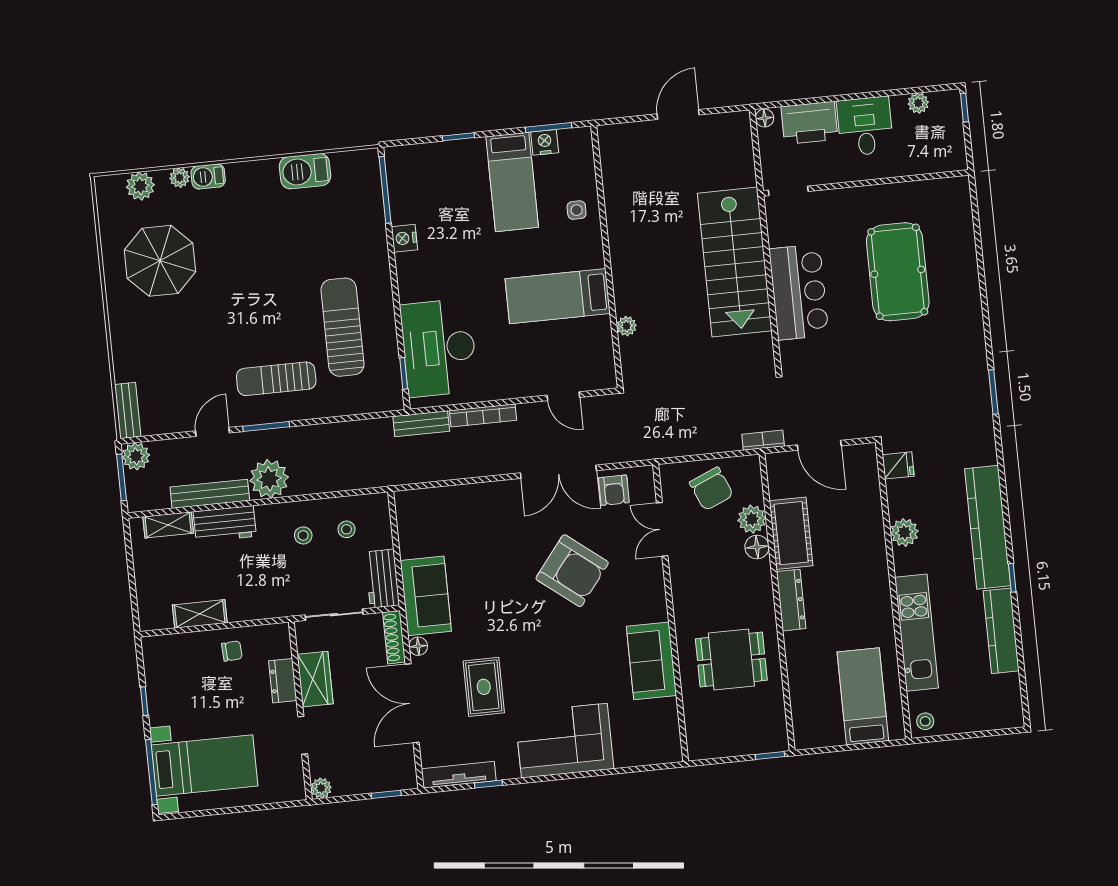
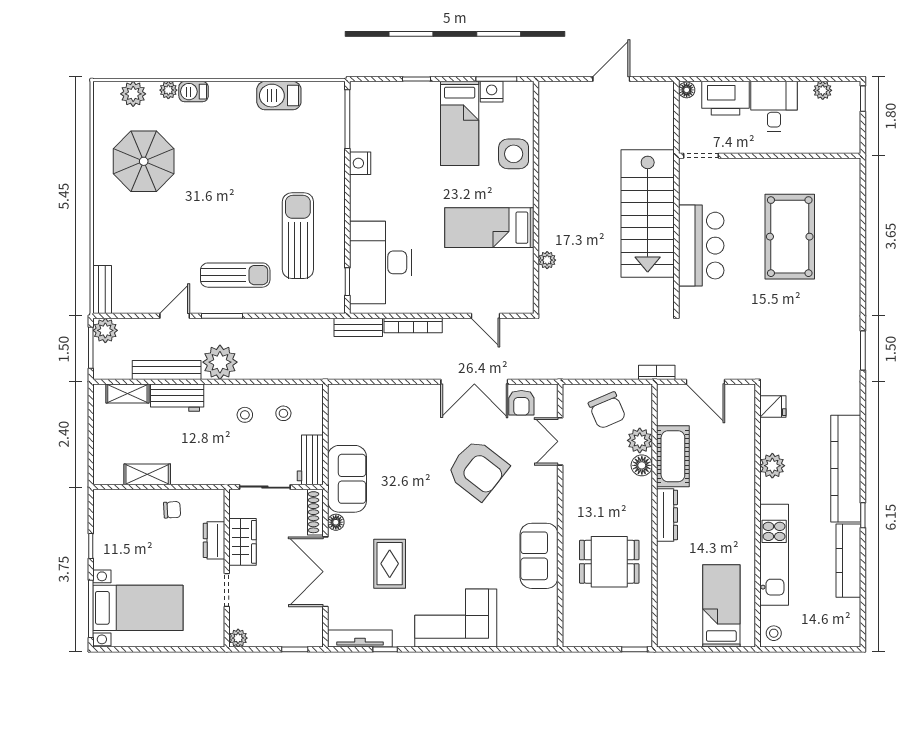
side table: (577, 210) -> (514, 154), width x1.87, depth x1.87
sun lounger: (276, 379) -> (235, 275), turned 180

